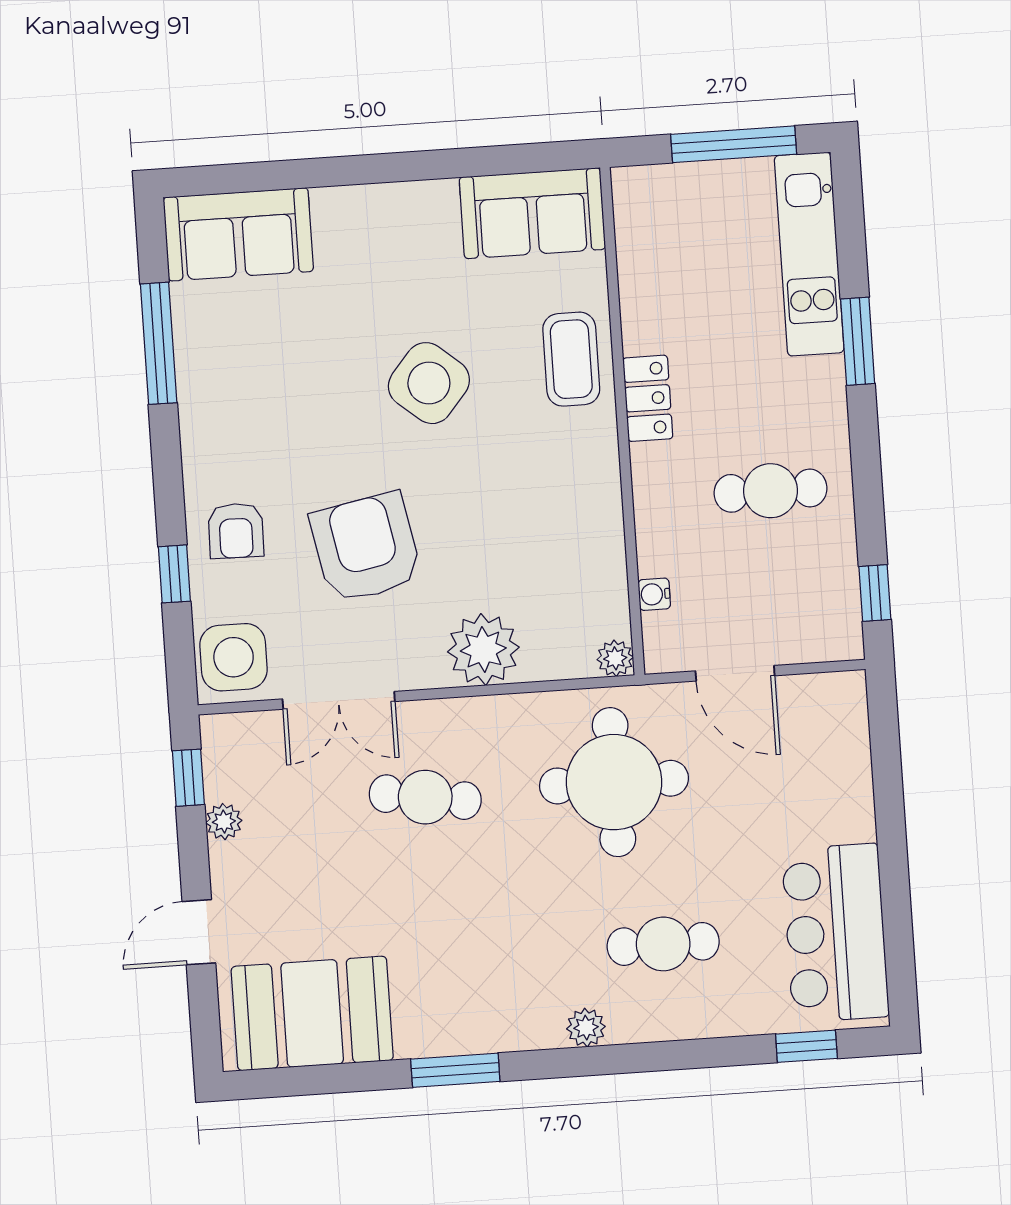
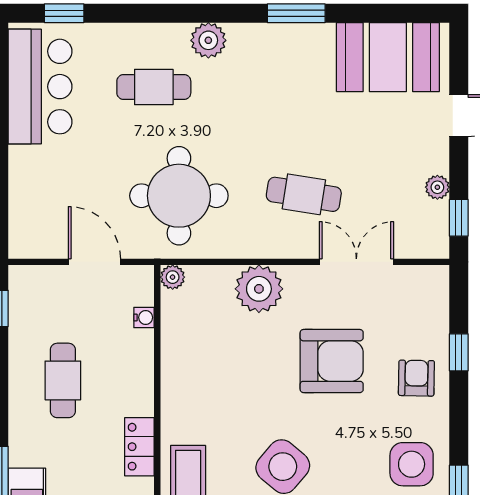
cafe table: (770, 491) -> (63, 380), turned 90
armchair: (366, 548) -> (332, 361), turned -79
side table: (234, 657) -> (412, 464), moved
plant: (586, 1028) -> (208, 40), width x1.38, depth x1.38

